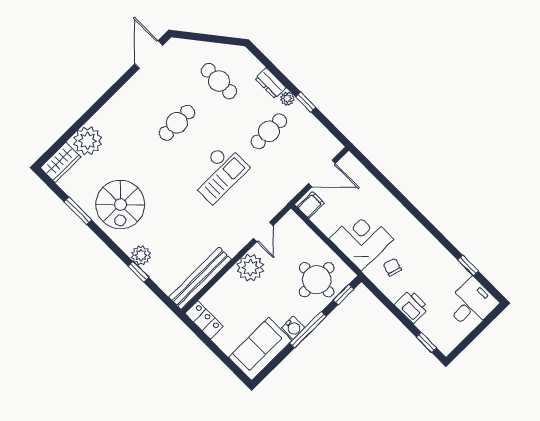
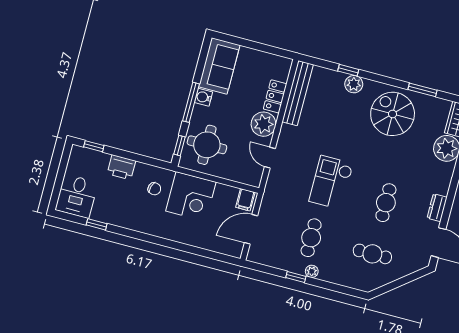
dresser: (271, 83) -> (437, 208), moved, turned -90
locker: (204, 320) -> (275, 96), moved, turned 90

